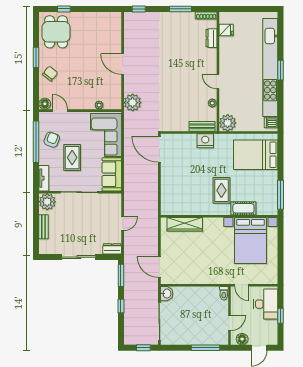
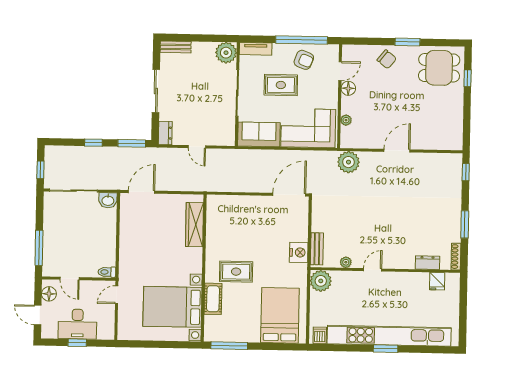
floor lamp: (45, 104) -> (348, 88), moved
bench: (43, 227) -> (176, 47), moved
desk: (266, 304) -> (77, 324), moved

